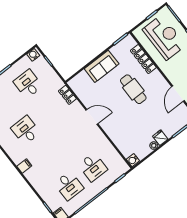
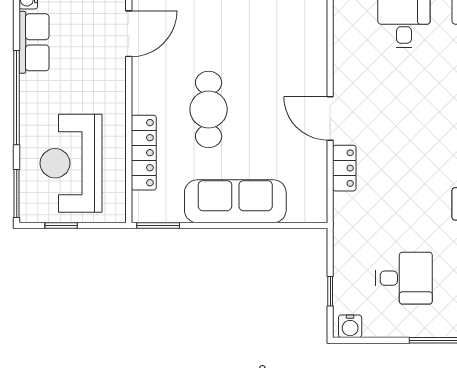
sofa: (102, 66) -> (235, 201), width x1.36
desk: (28, 84) -> (404, 278), turned -90
locker: (67, 95) -> (344, 168), moved

